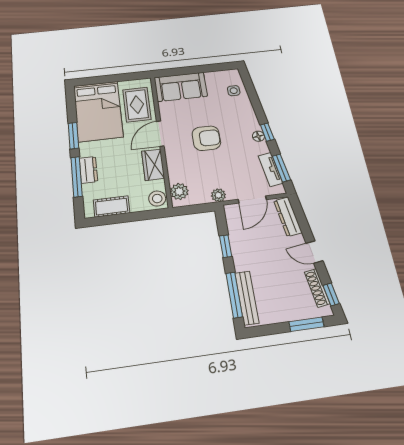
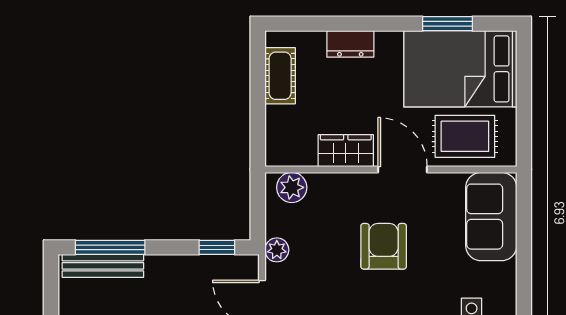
window: (73, 136) -> (448, 24), moved
armchair: (206, 138) -> (384, 246), turned 180
window: (77, 177) -> (340, 24), removed
stool: (157, 199) -> (284, 150), removed
window: (226, 246) -> (217, 247), moved

